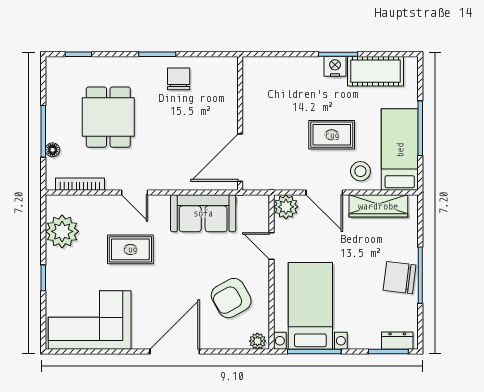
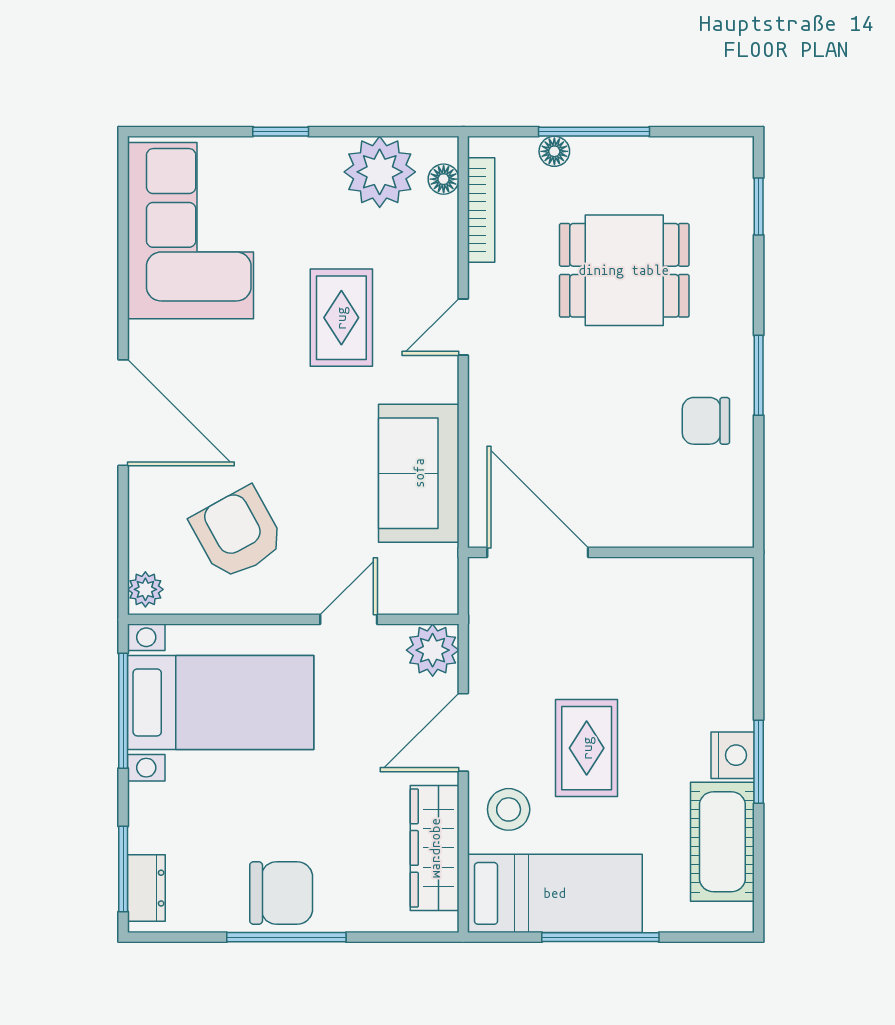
chair: (179, 79) -> (706, 421), turned 180
floor lamp: (66, 202) -> (444, 179), added
chair: (400, 278) -> (281, 893), turned 83

